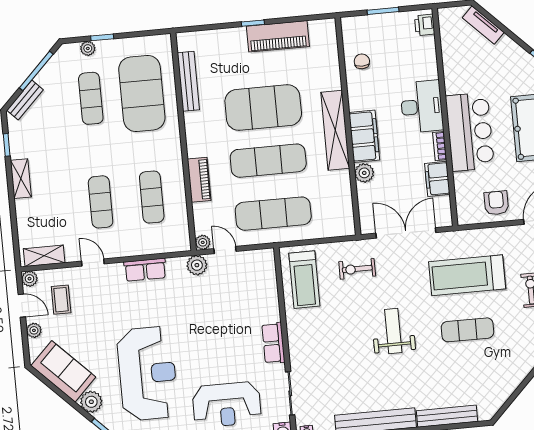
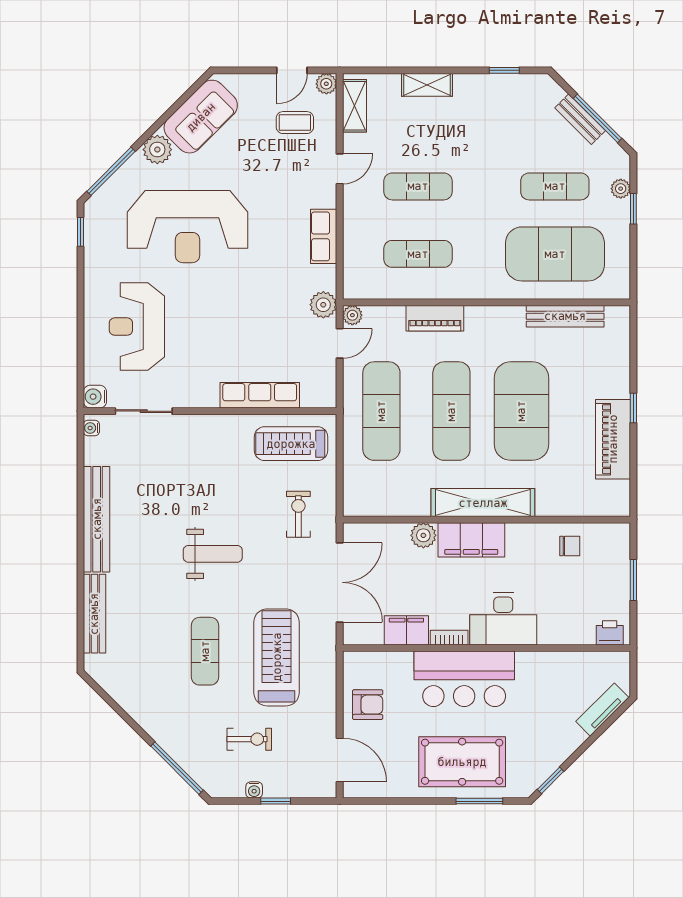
bench: (25, 100) -> (580, 119), moved
shelving: (21, 179) -> (427, 85), moved
plant: (34, 330) -> (258, 83), removed
row of seats: (273, 343) -> (260, 395), moved, width x1.48

